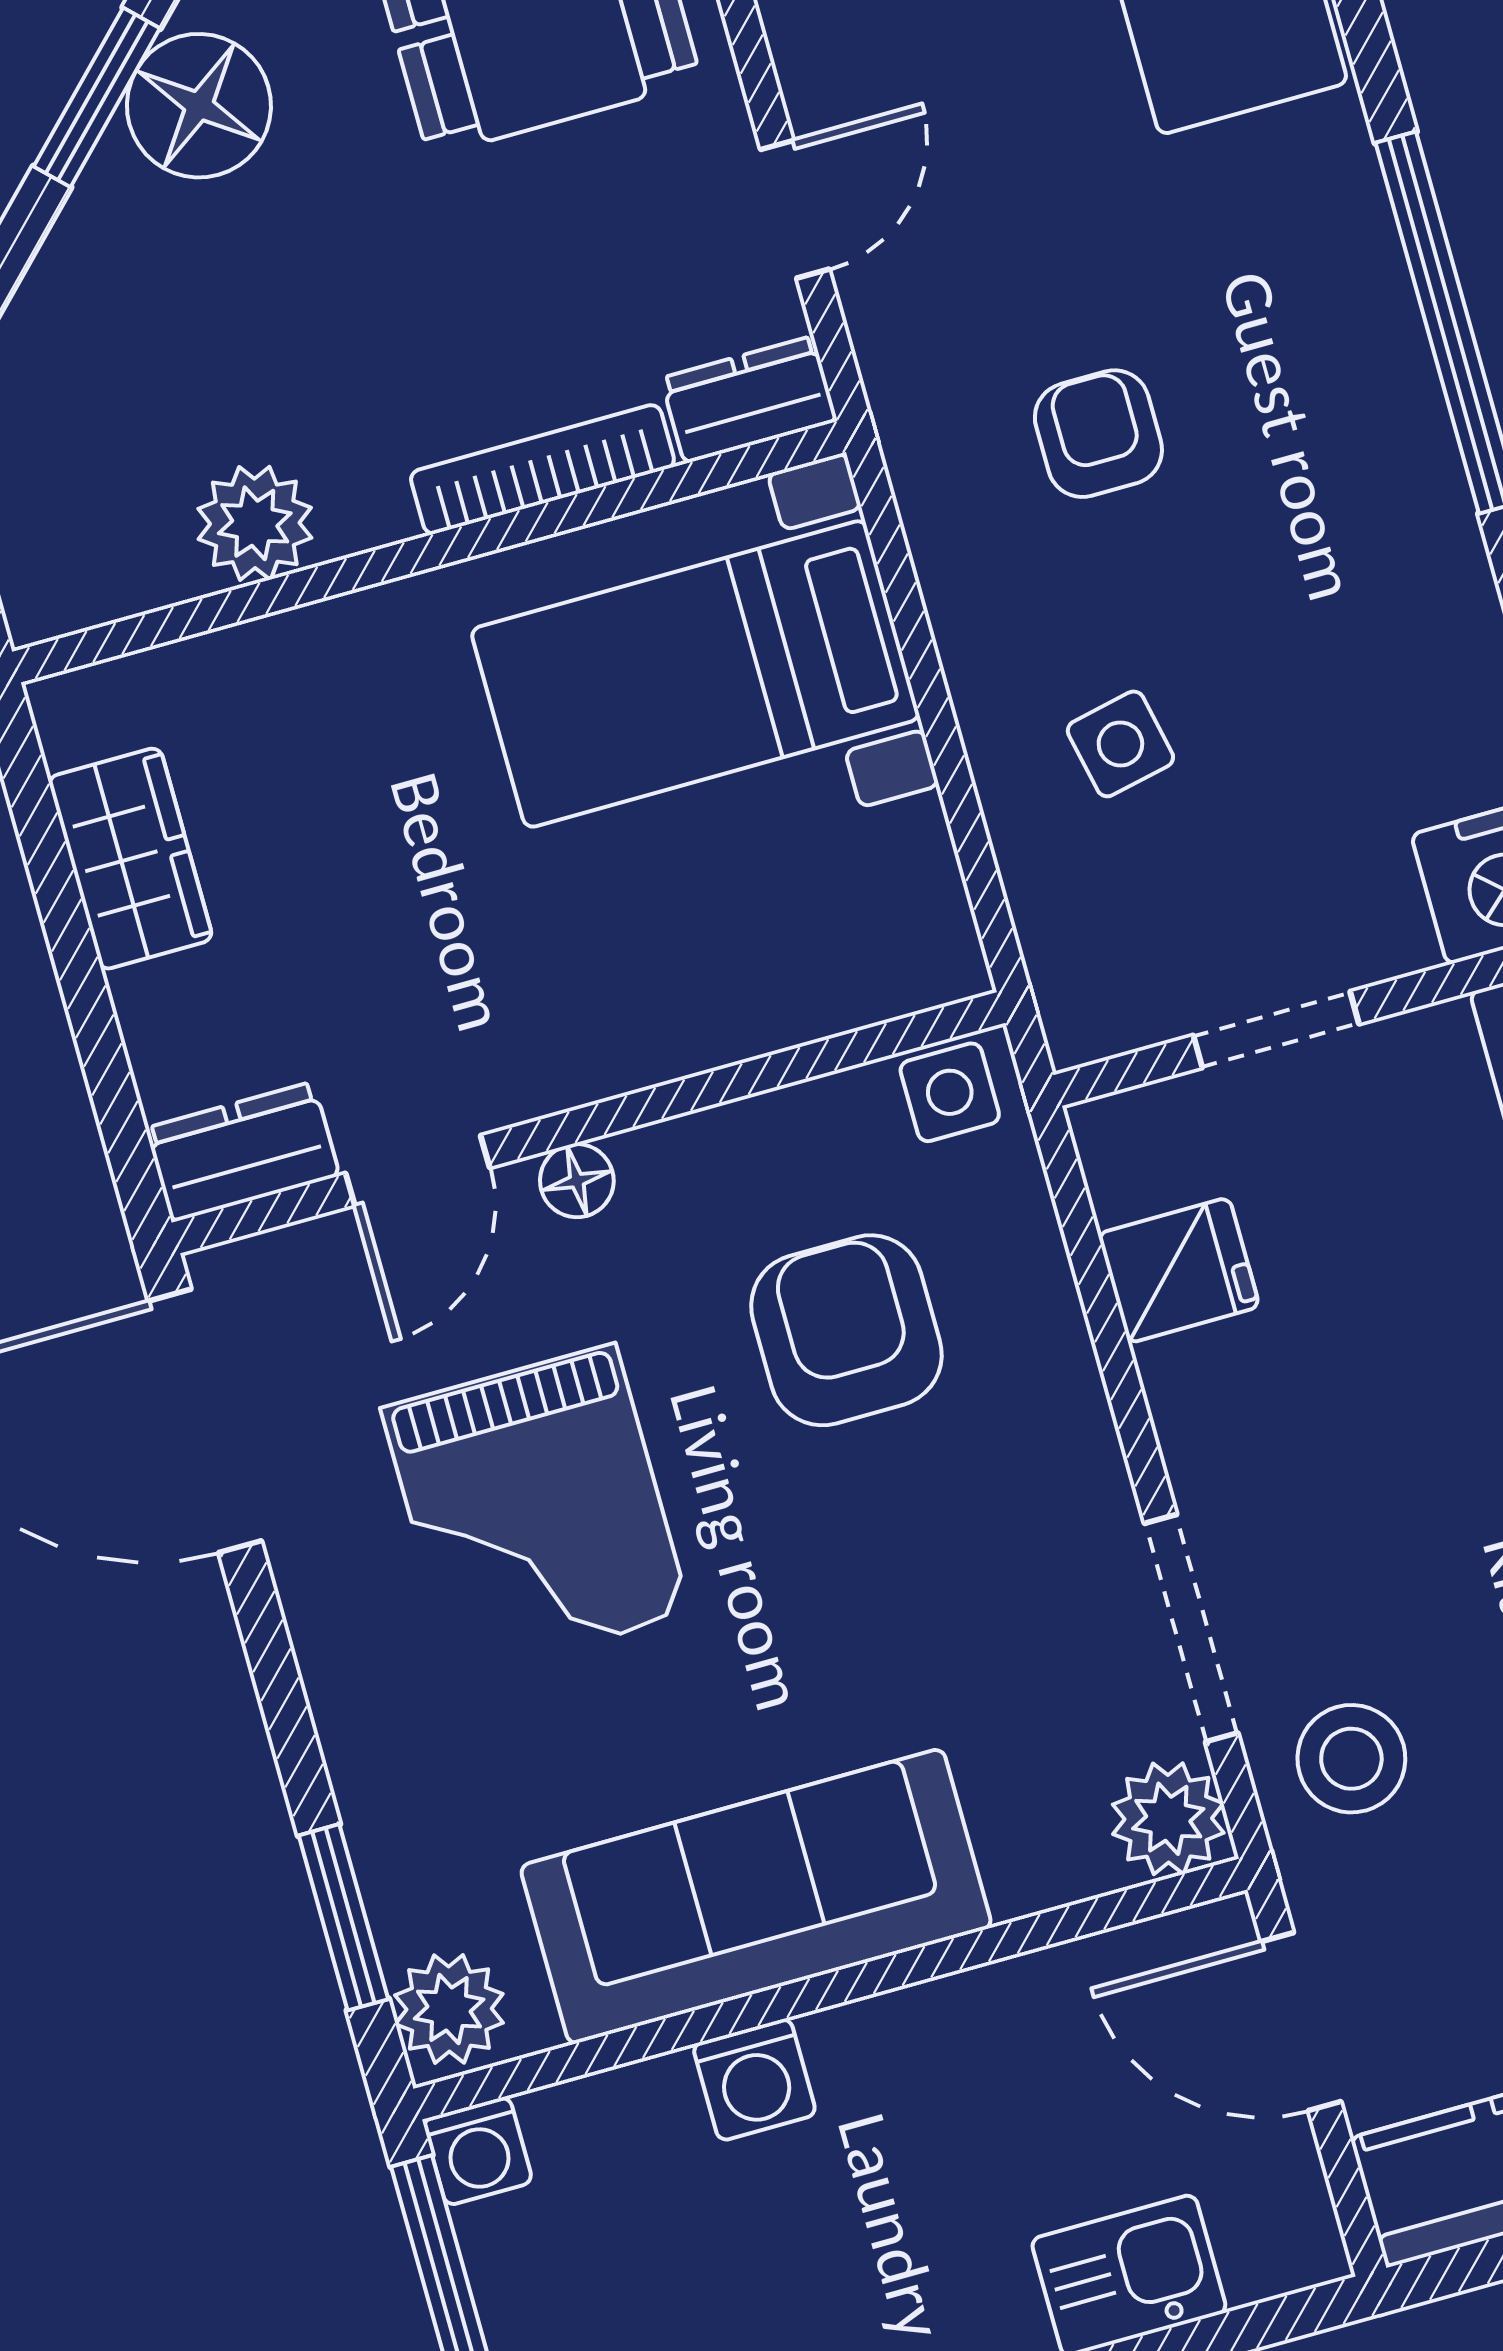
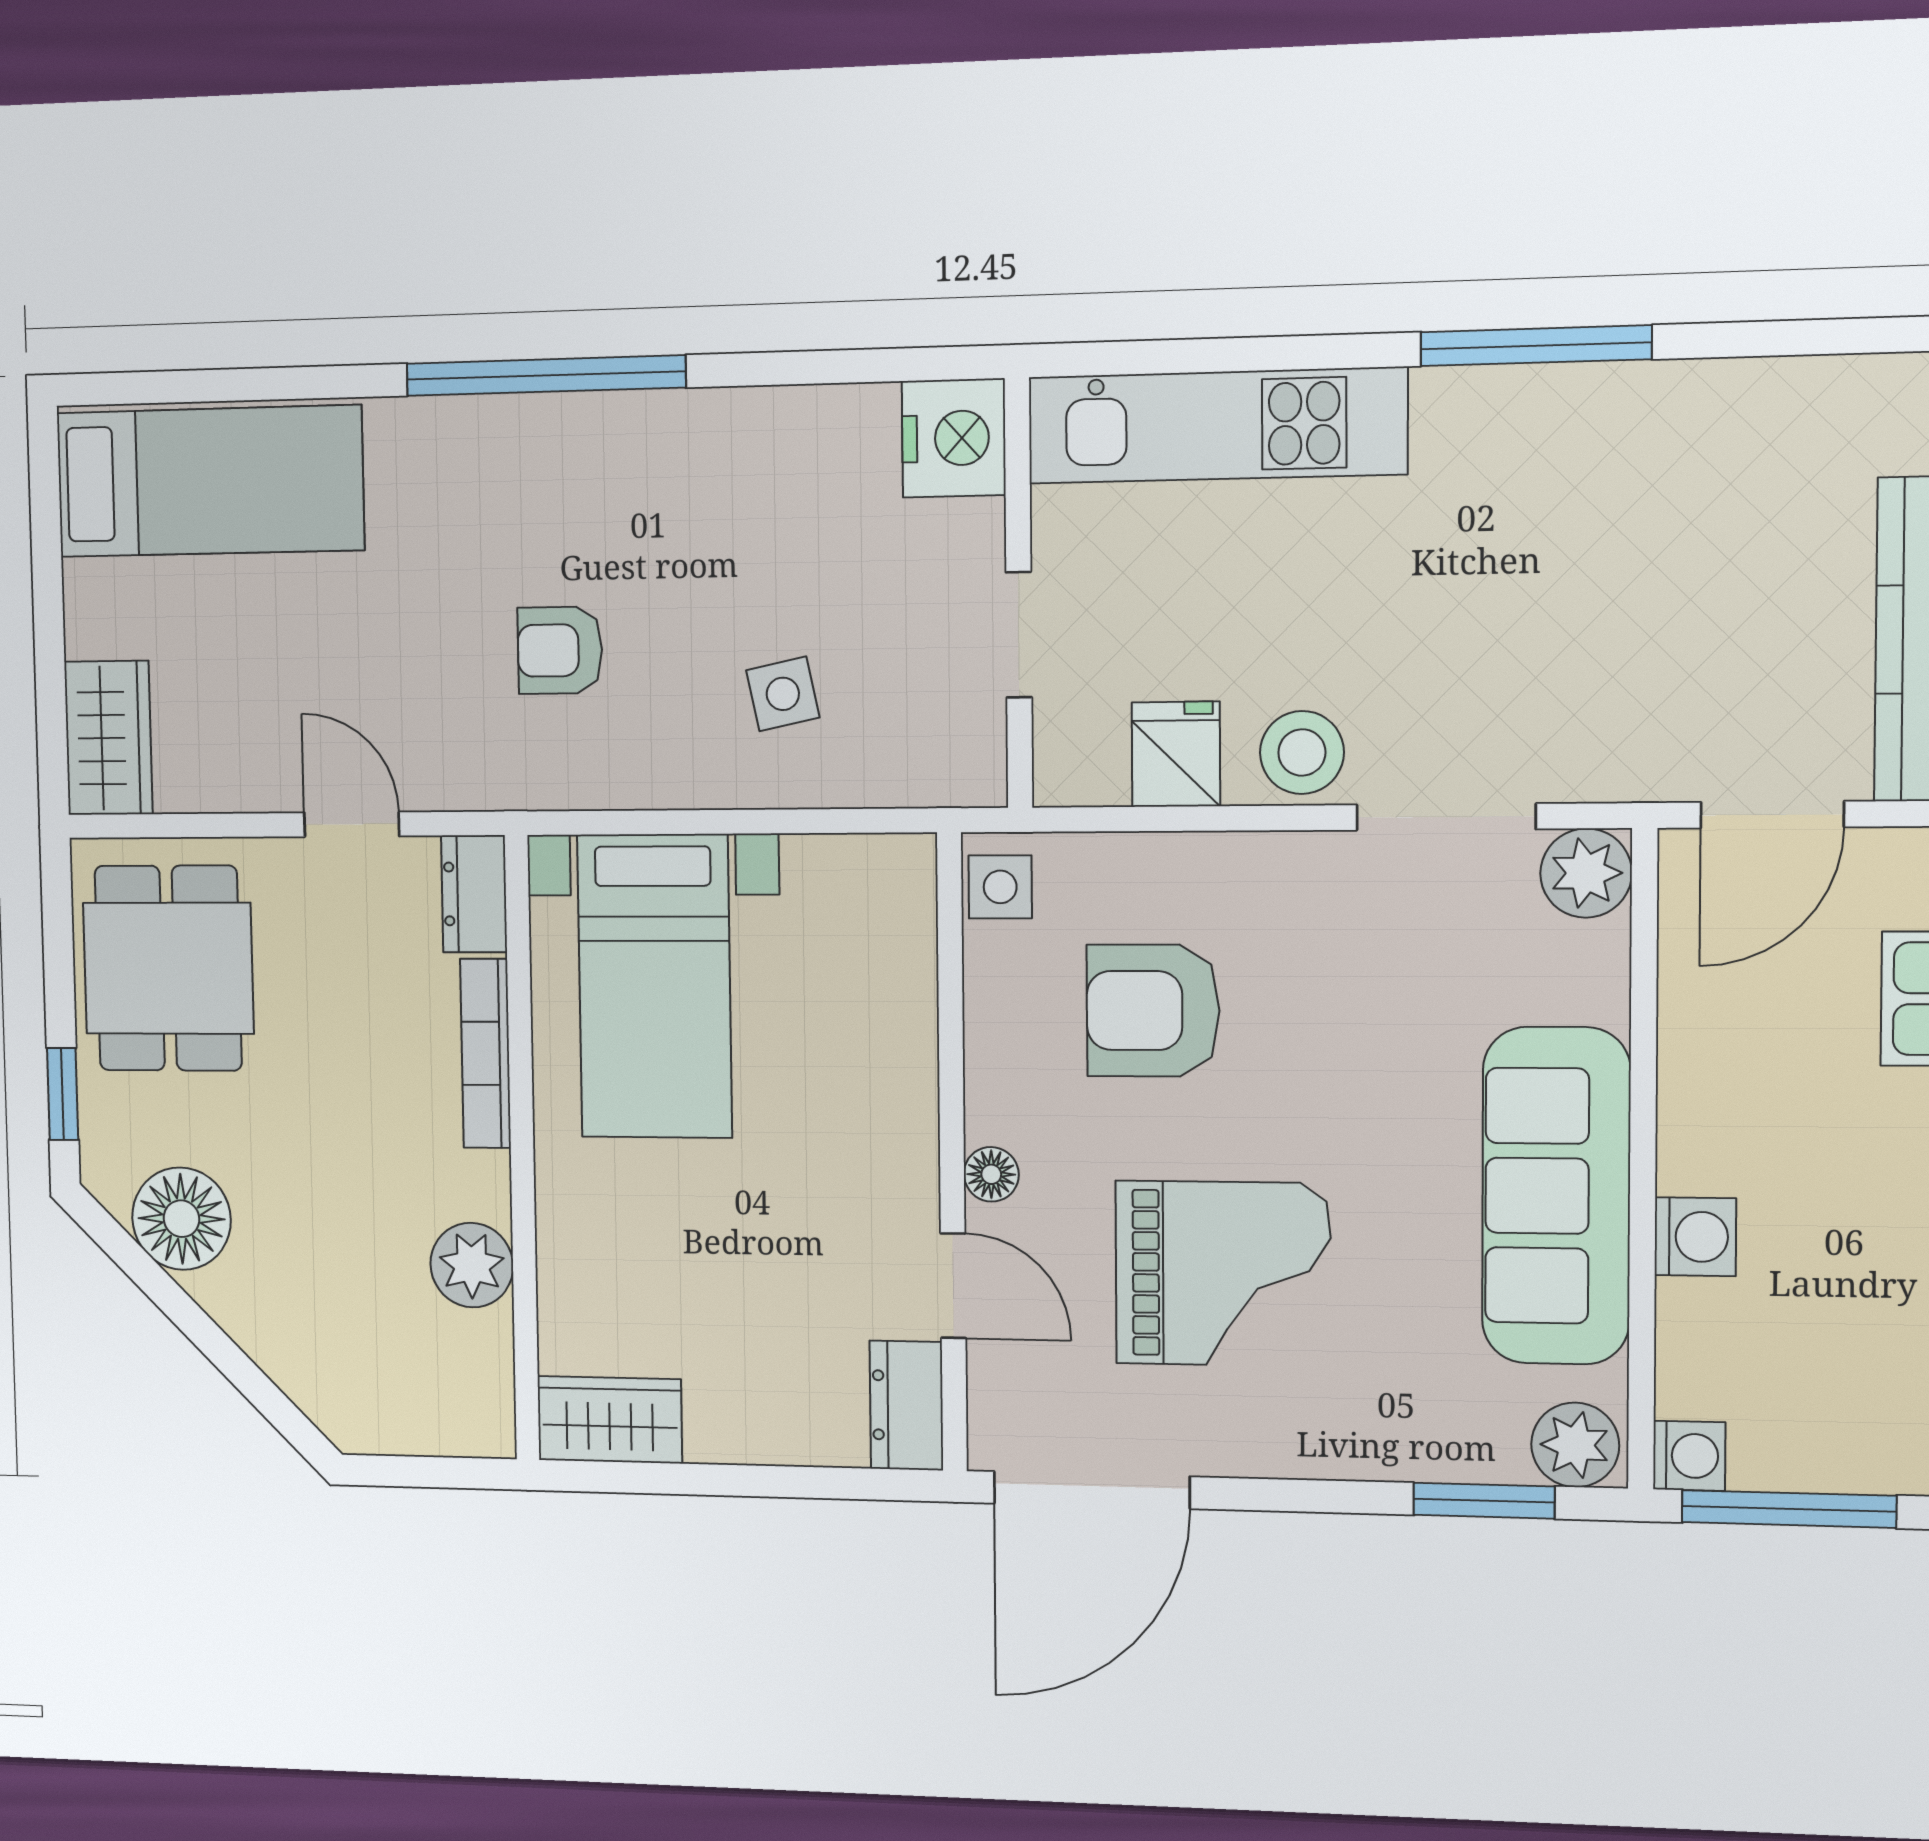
window: (97, 97) -> (159, 1287), removed
wardrobe: (130, 859) -> (610, 1420), moved
stool: (1351, 1759) -> (1302, 752), moved

